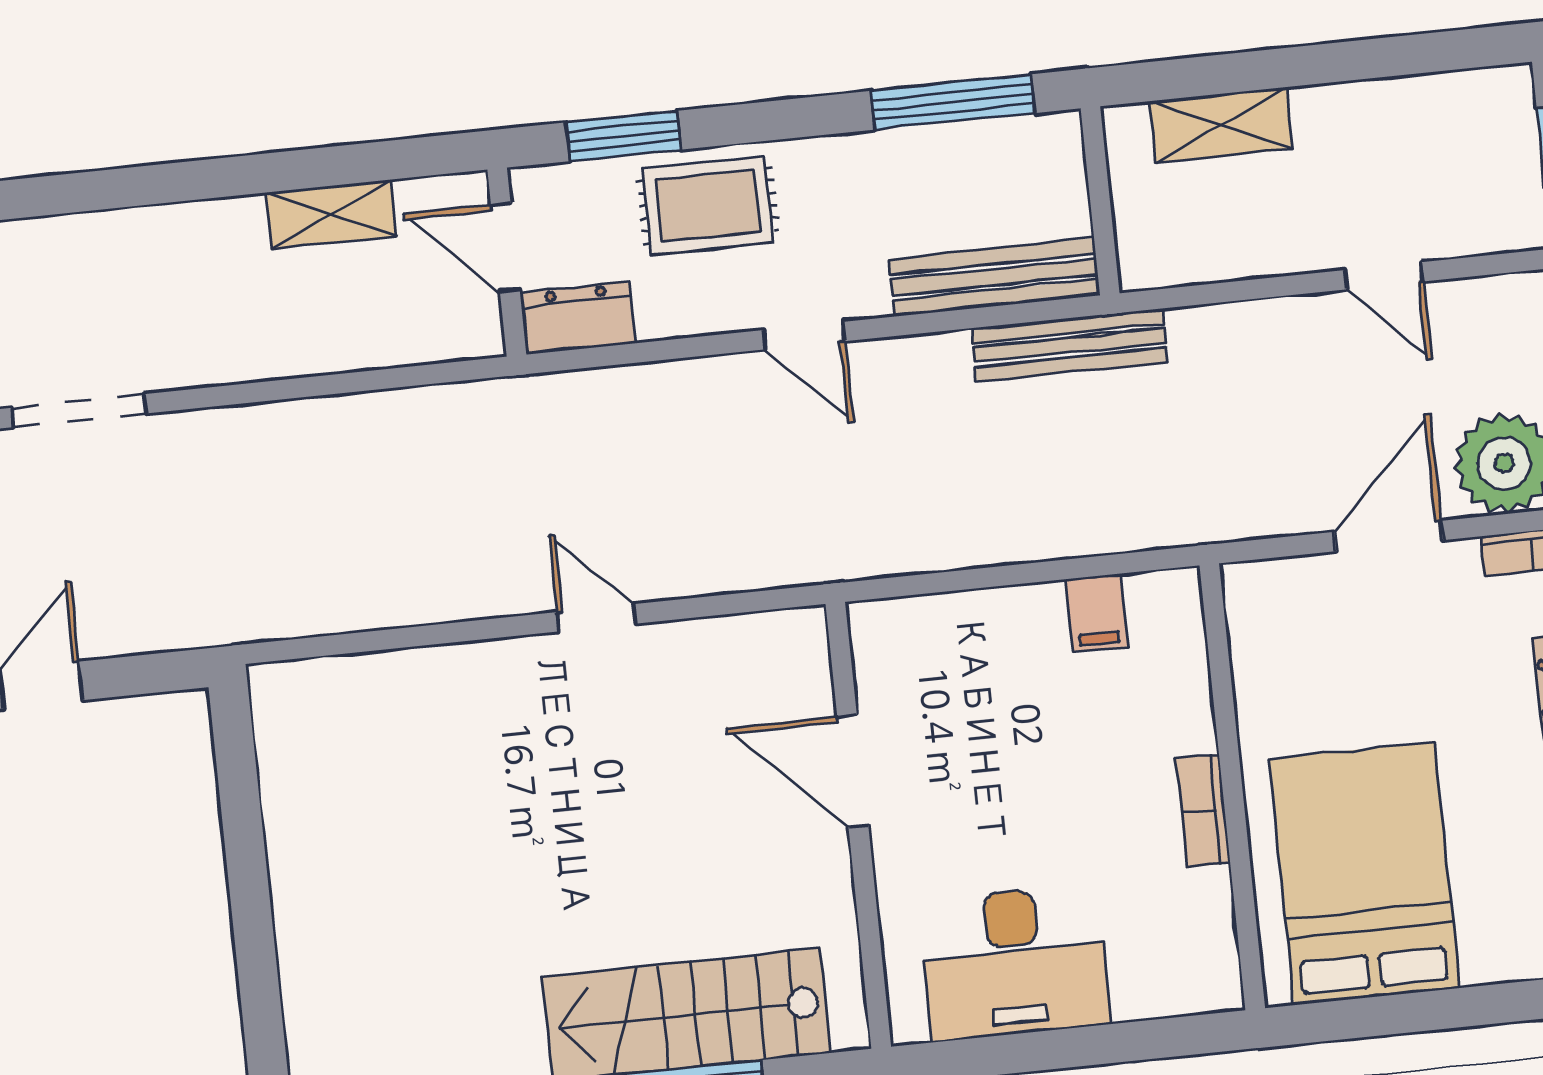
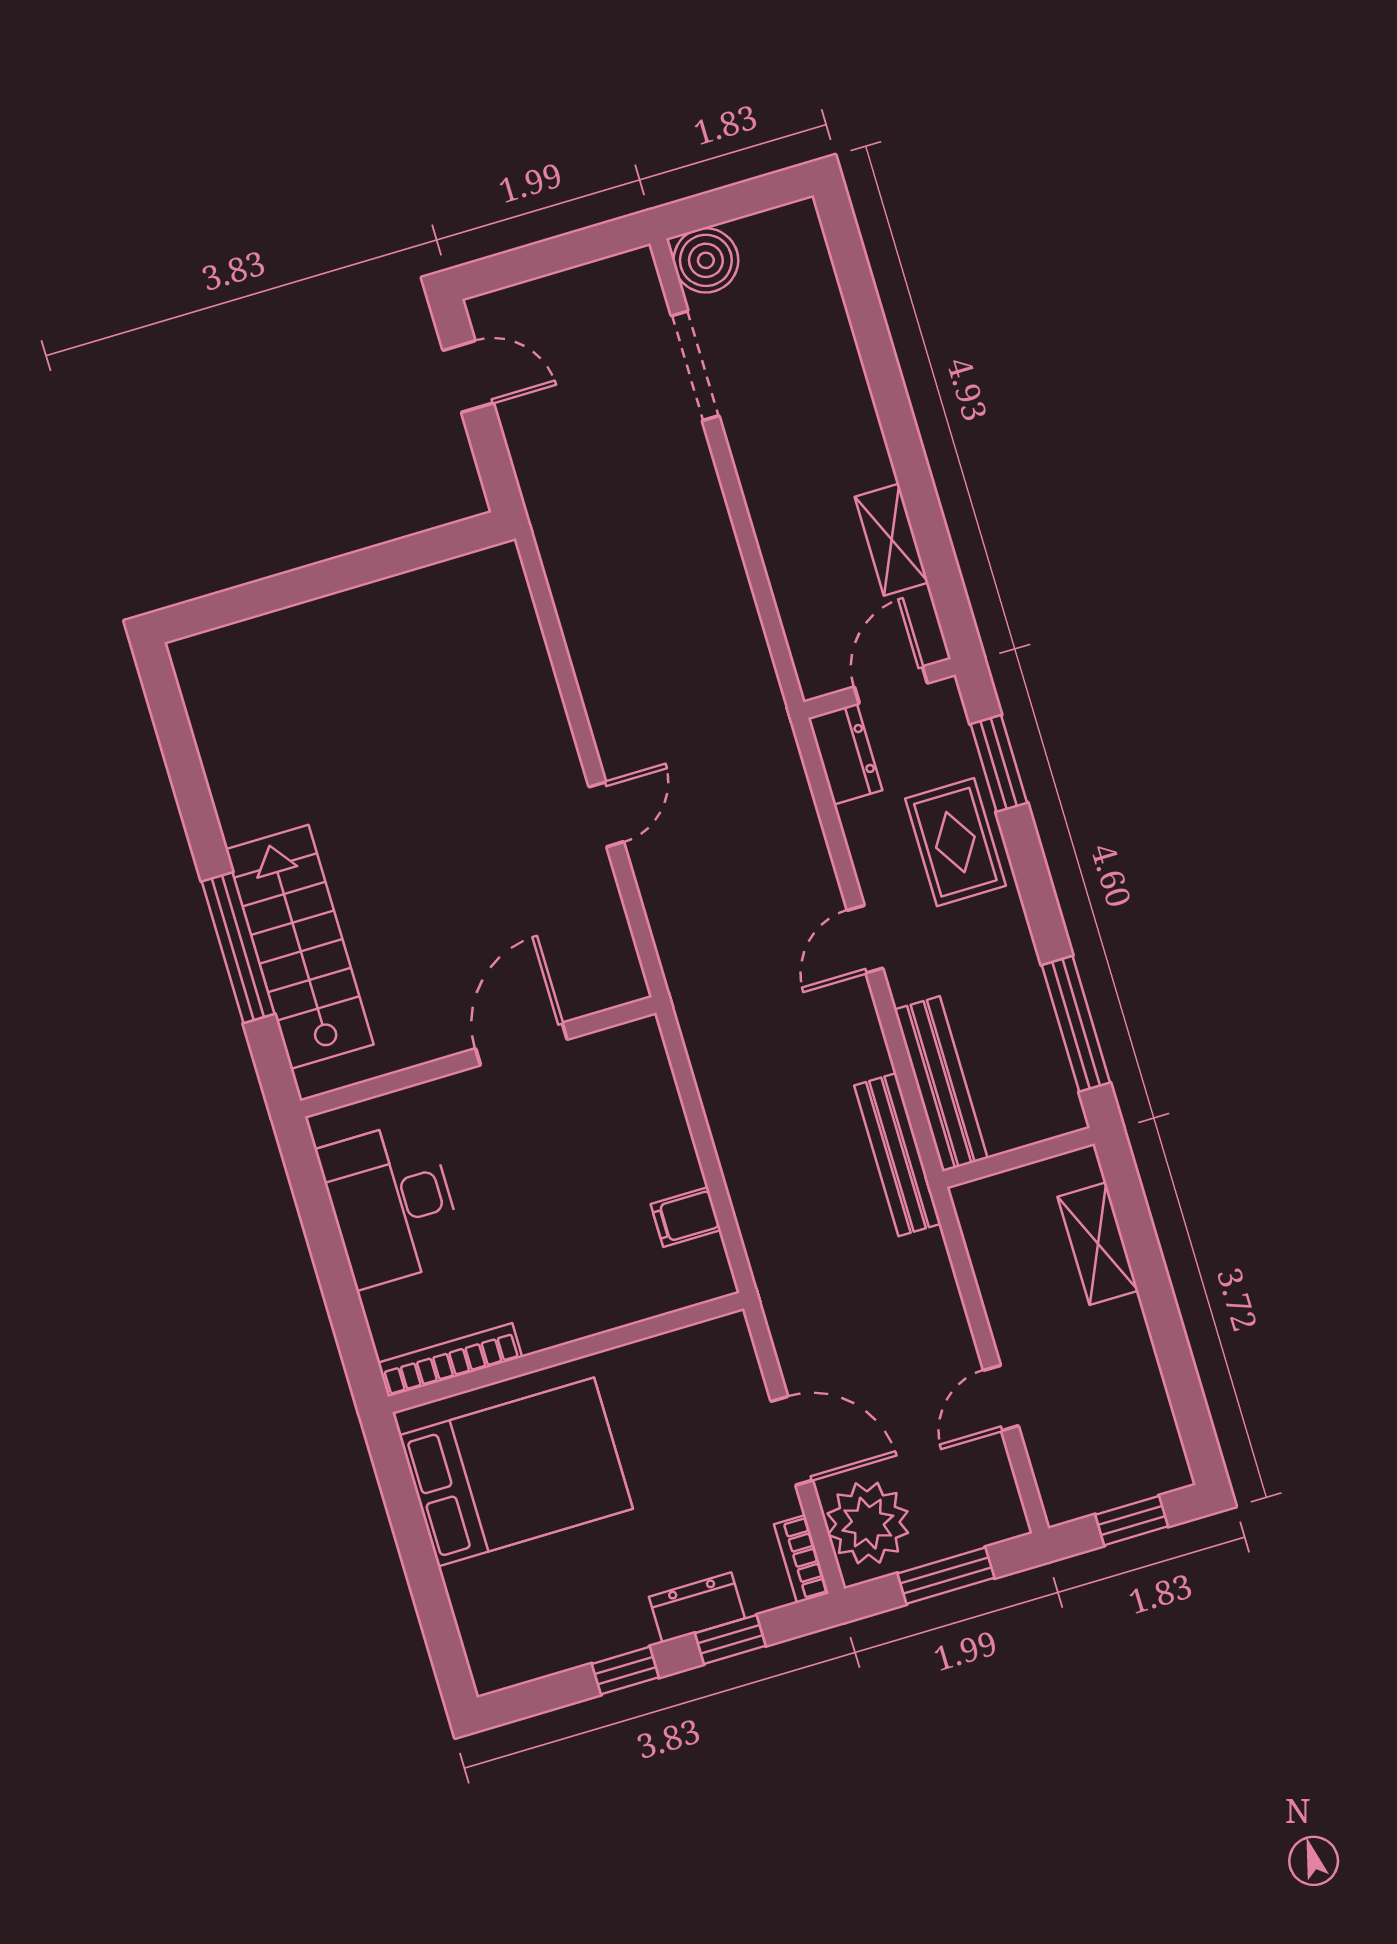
bookcase: (1203, 811) -> (450, 1360), moved, width x1.56

